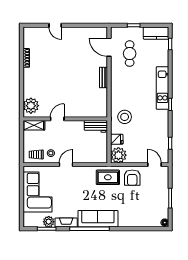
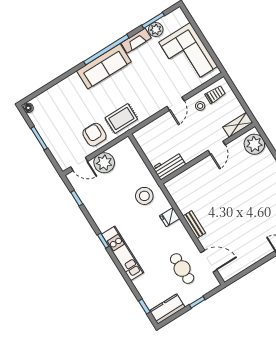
fridge: (117, 139) -> (170, 217), moved
plant: (118, 155) -> (104, 163), moved

